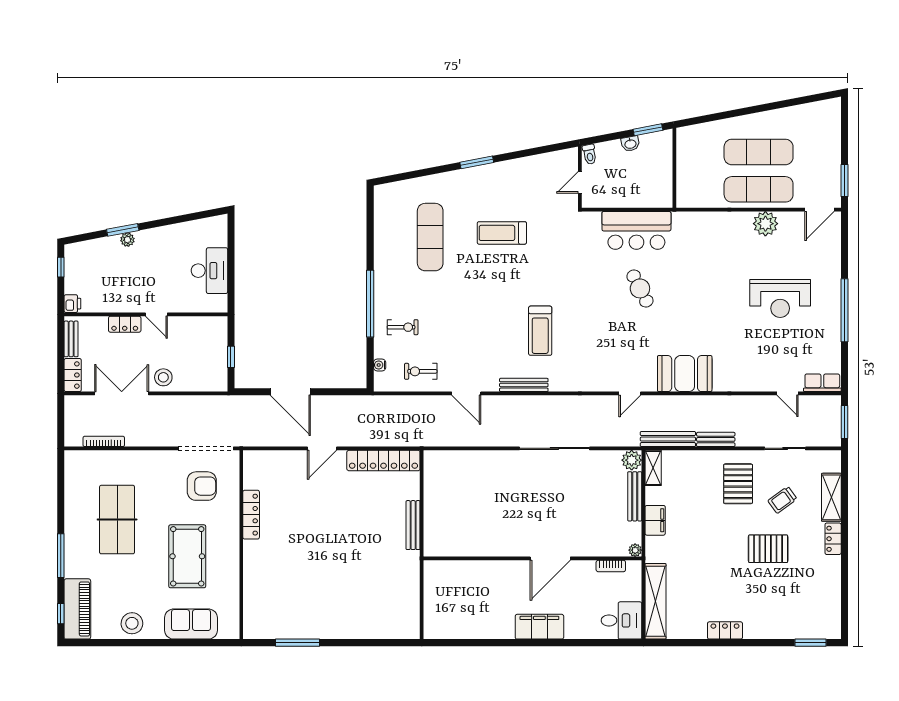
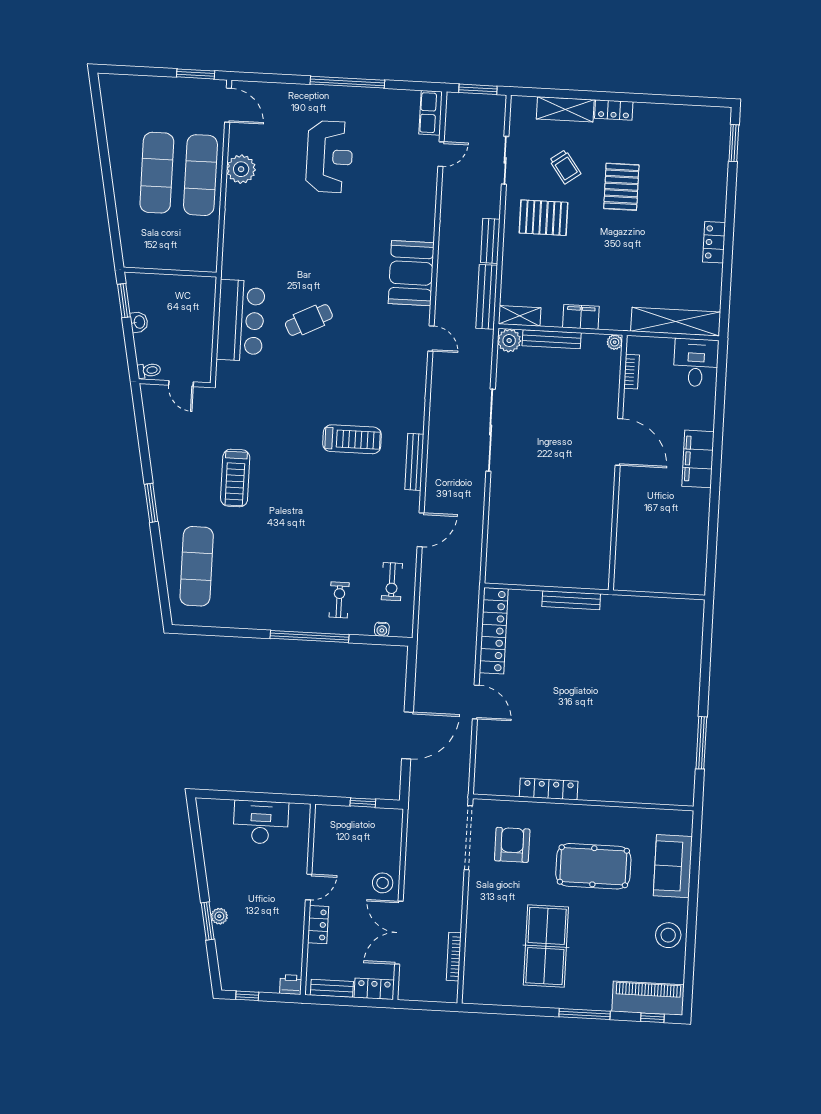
exercise mat: (430, 237) -> (197, 566), moved, turned 90
table tennis table: (117, 520) -> (546, 946), turned 90

